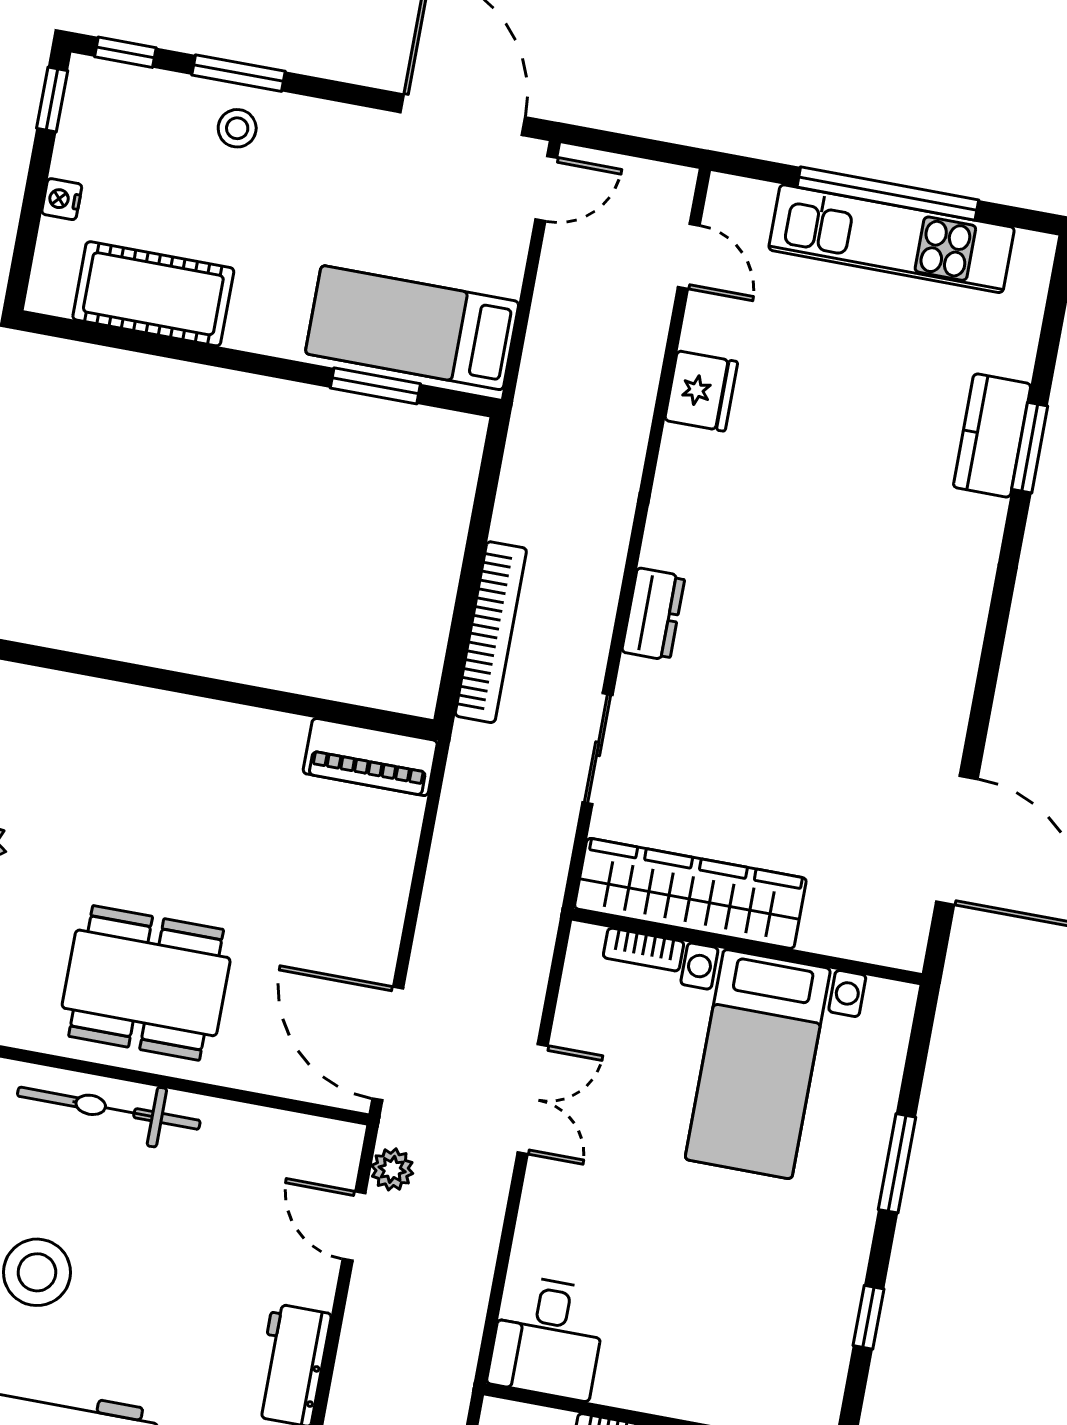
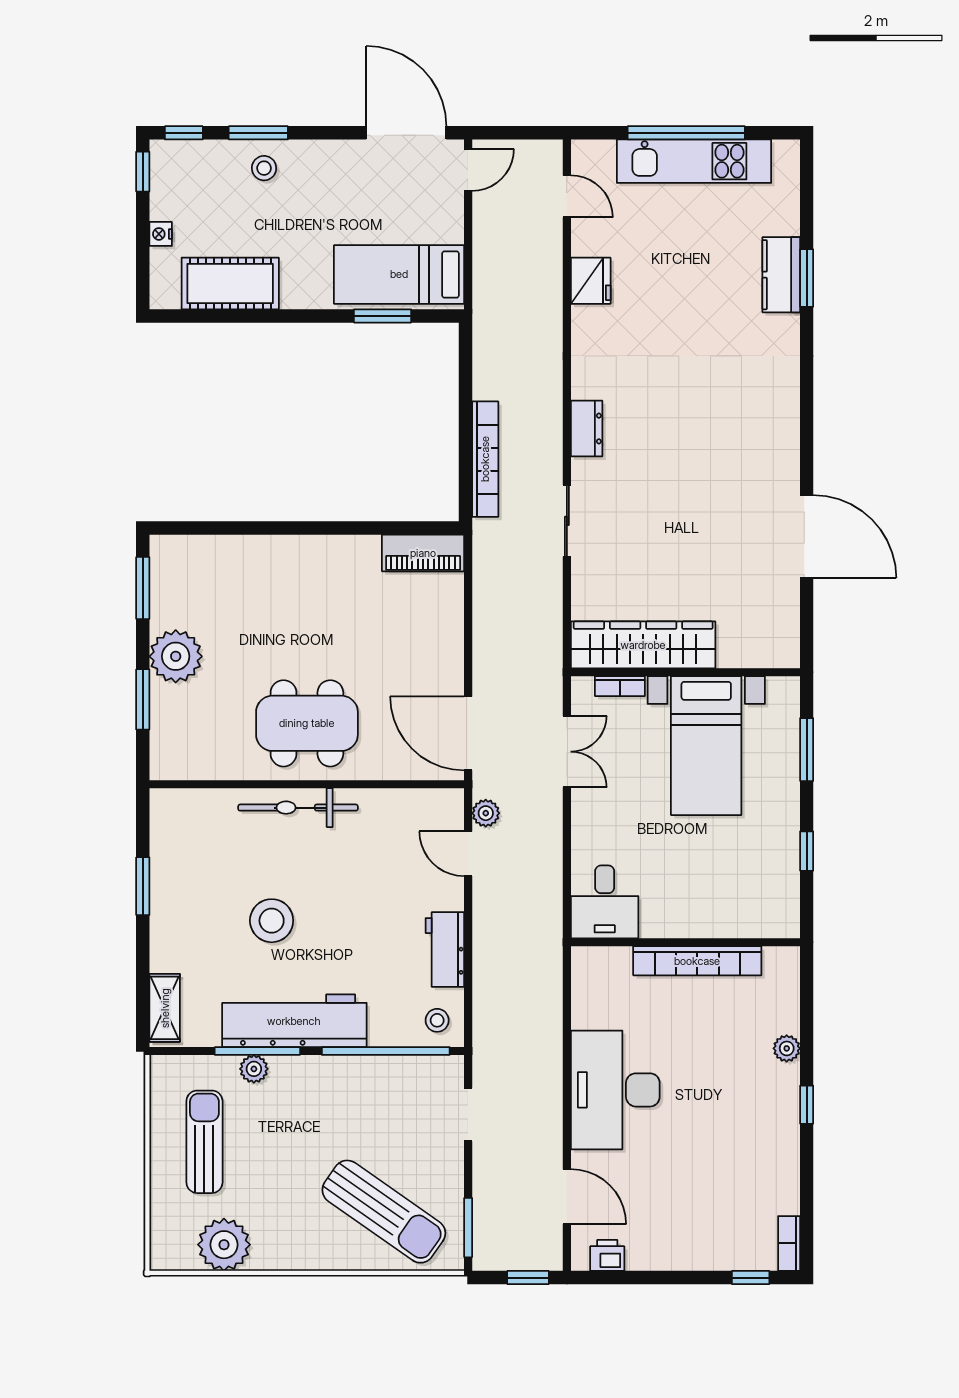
wardrobe: (690, 893) -> (643, 645), moved
wall: (747, 947) -> (685, 672), moved
bookcase: (643, 950) -> (620, 686), moved
bed with nightstands: (758, 1064) -> (706, 746), moved

